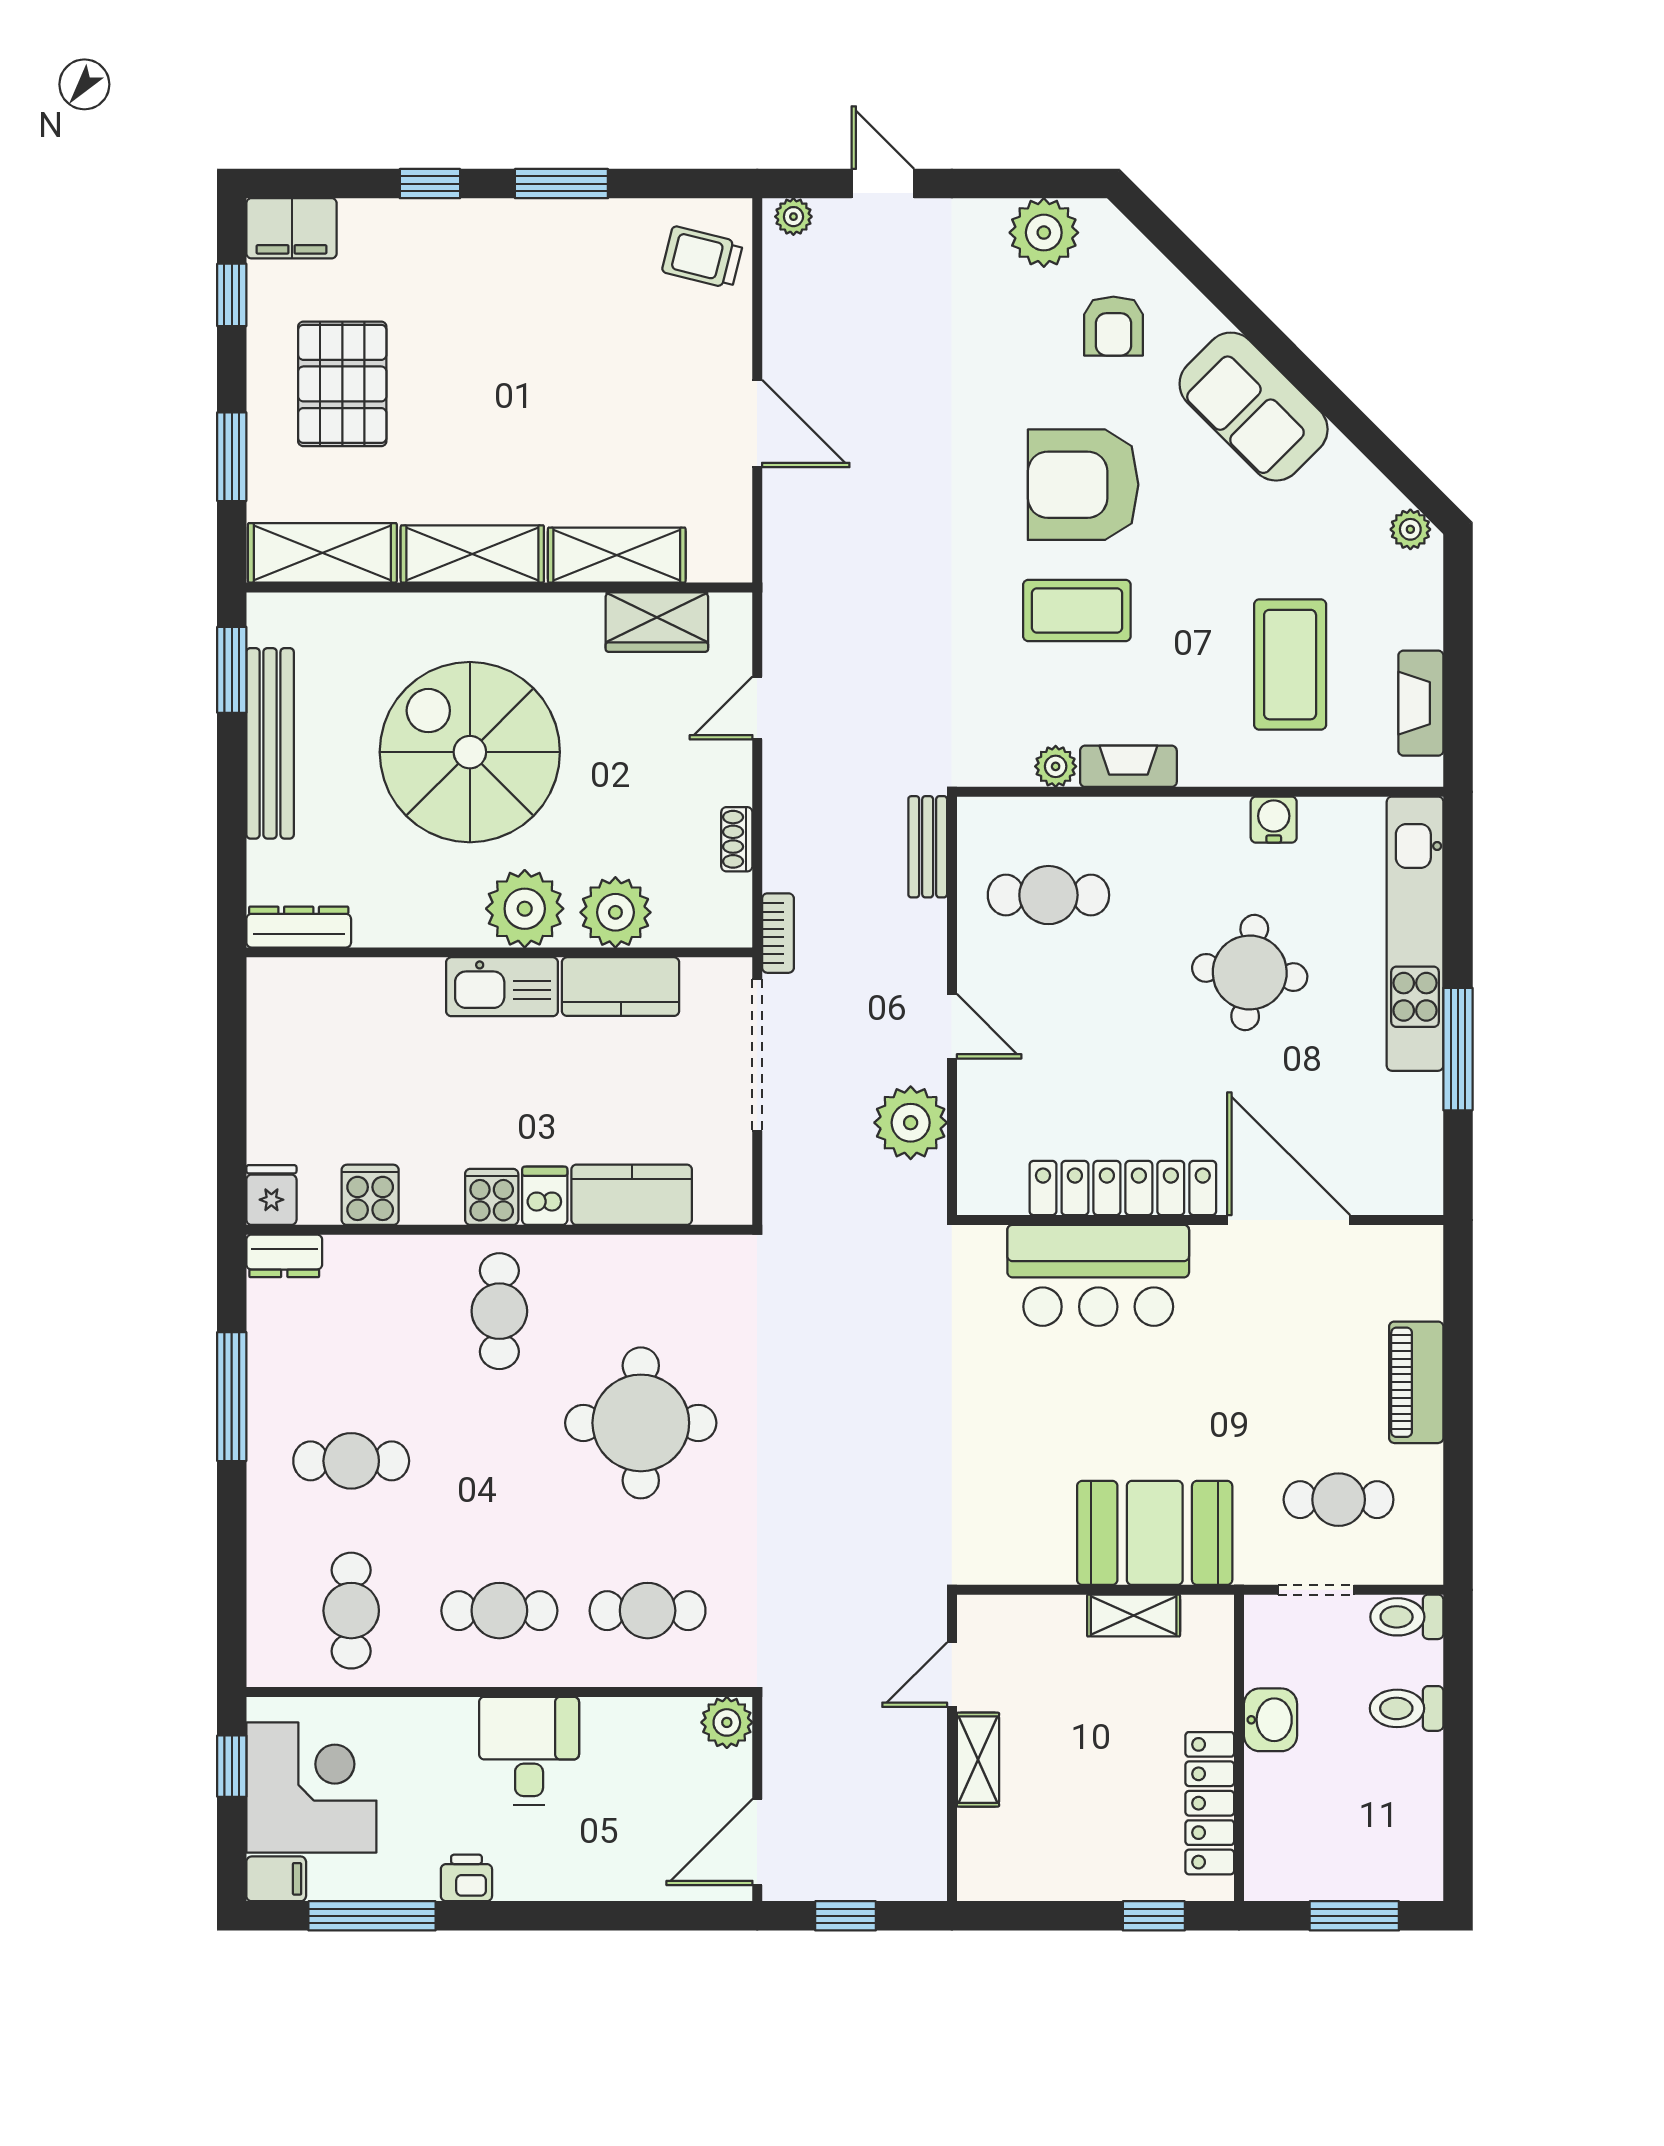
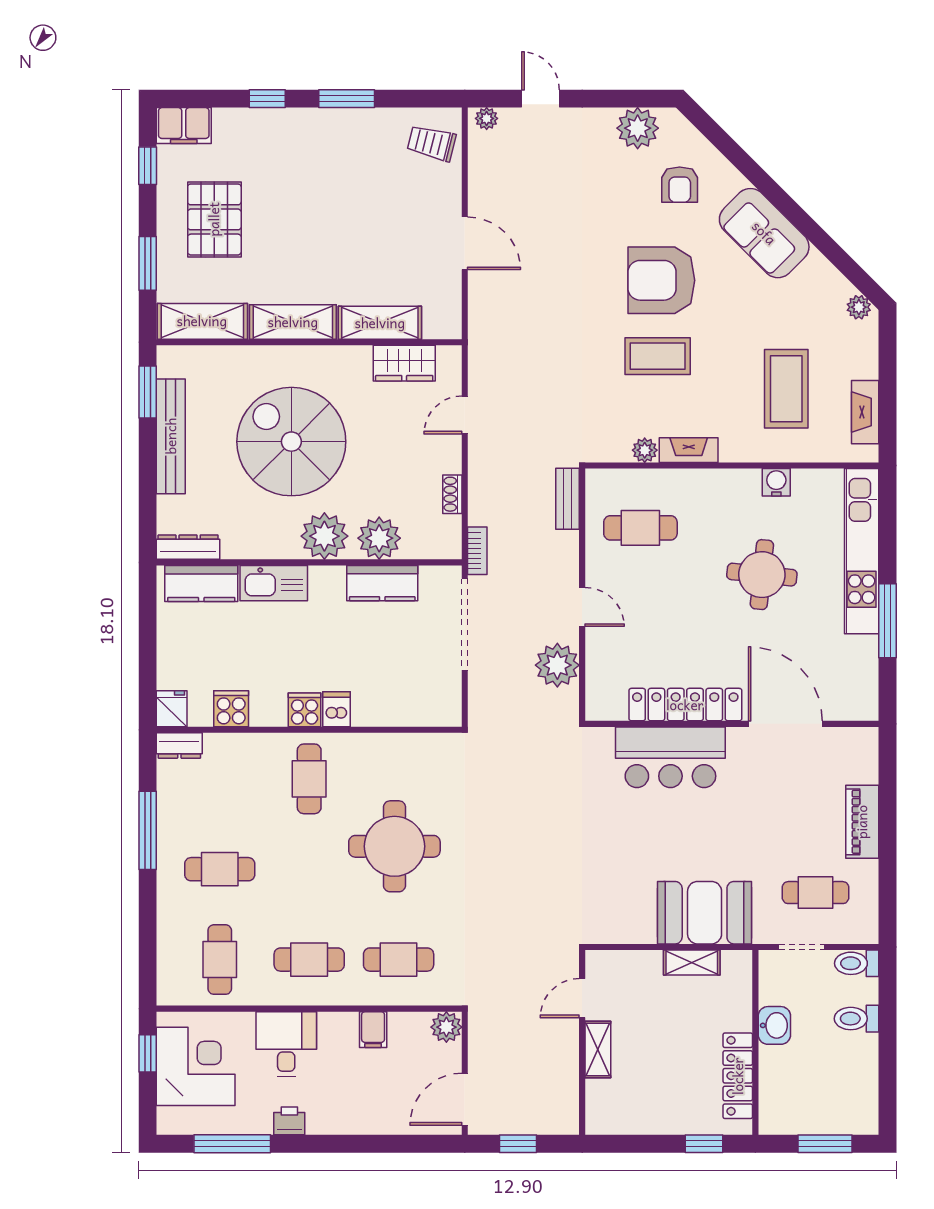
kitchen sink: (502, 987) -> (274, 583), moved
kitchen counter: (632, 1195) -> (201, 584), moved, turned 180
desk: (529, 1751) -> (286, 1044), moved
filing cabinet: (276, 1879) -> (373, 1030), moved, turned 90

